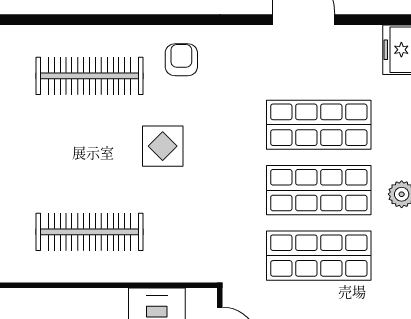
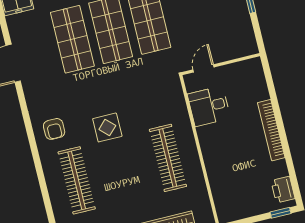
armchair: (181, 60) -> (54, 129), turned -90

